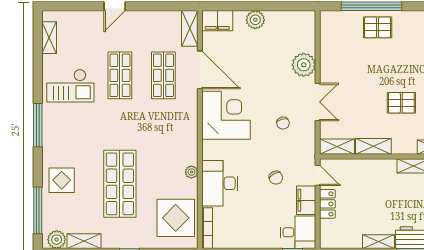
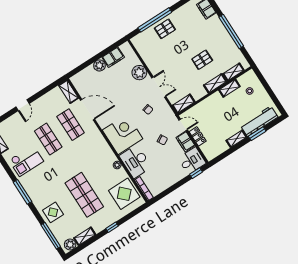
filing cabinet: (217, 21) -> (113, 57), moved
corner desk: (226, 115) -> (123, 134), moved
shelving: (373, 146) -> (215, 83), moved

